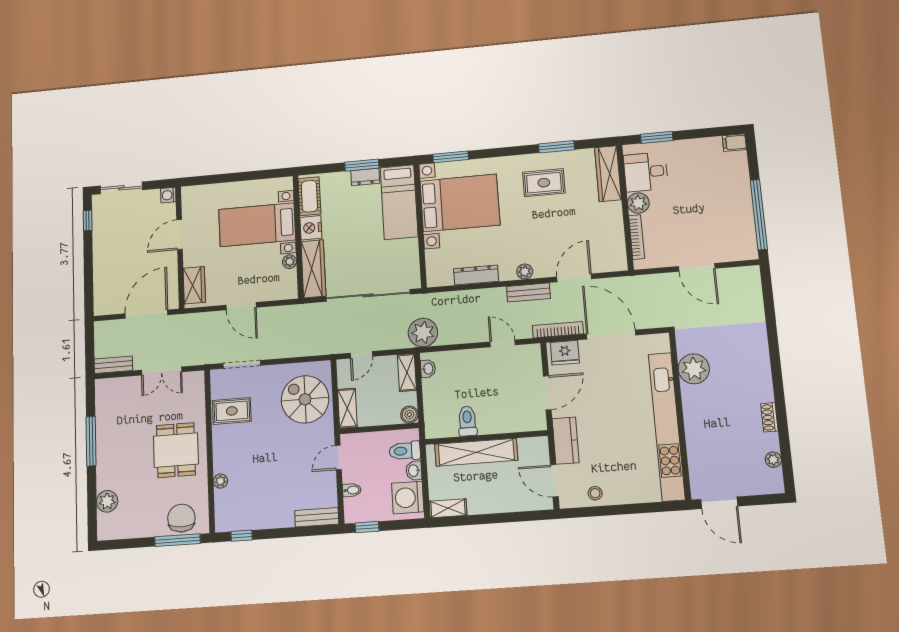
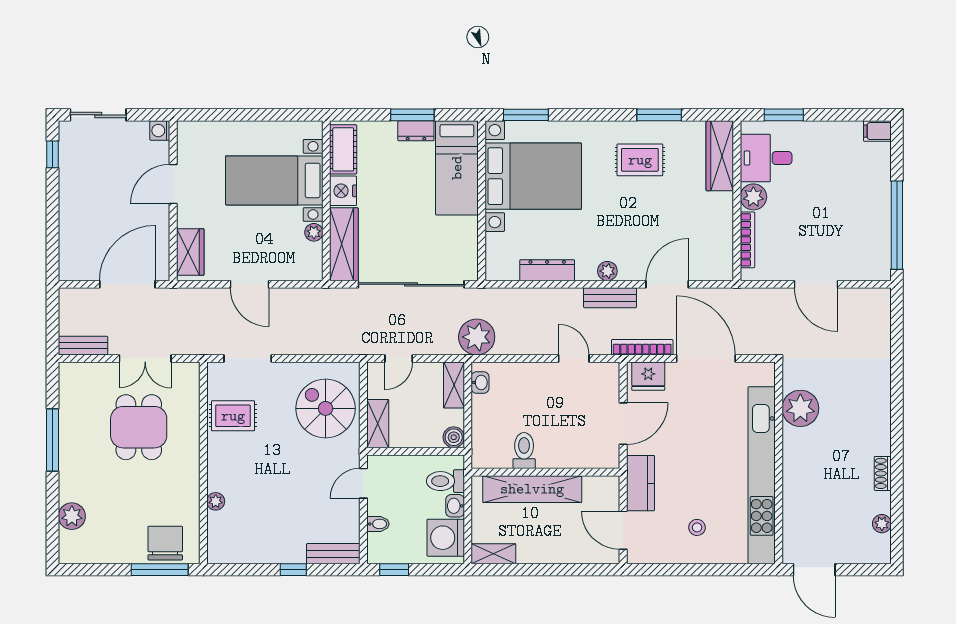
dining table: (176, 450) -> (139, 427), moved
stool: (595, 493) -> (697, 527), moved
window: (242, 536) -> (293, 570), moved

